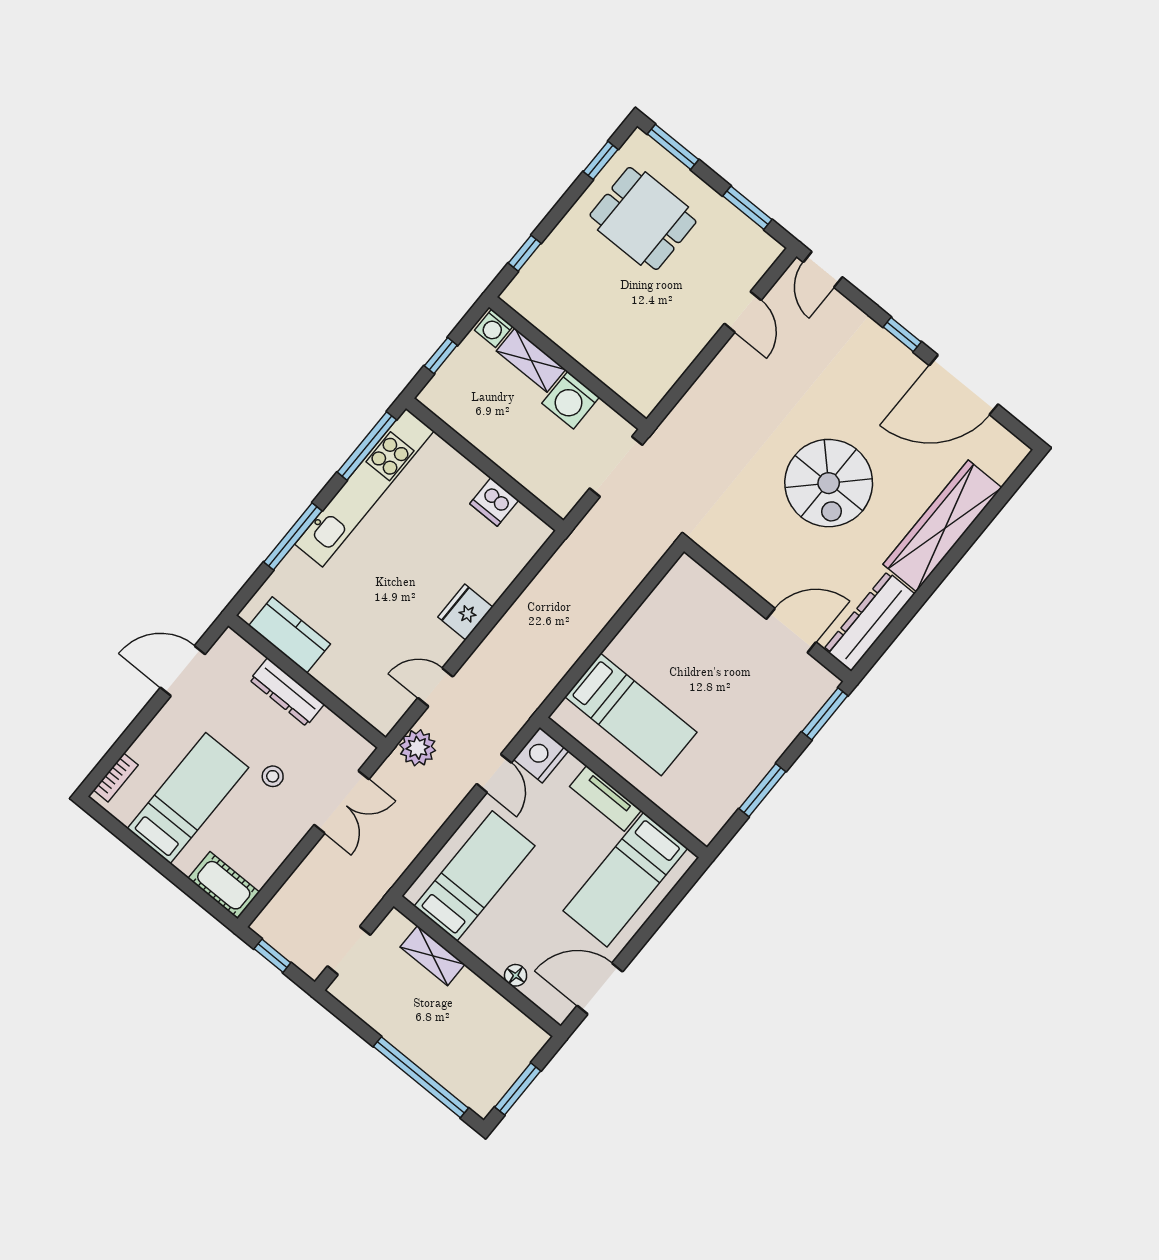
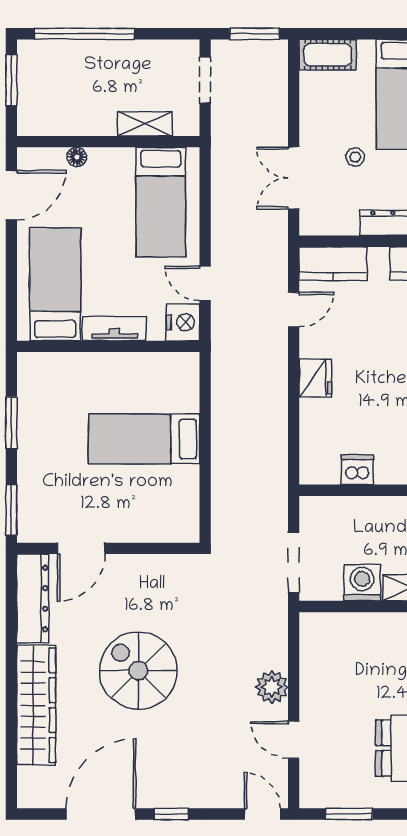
kitchen counter: (368, 699) -> (333, 264), added
bed: (631, 714) -> (144, 439), moved
plant: (418, 748) -> (272, 687), moved
window: (272, 956) -> (255, 34), width x1.50

